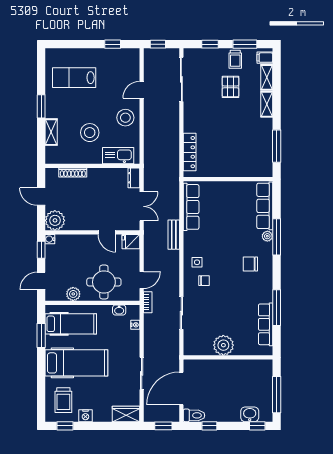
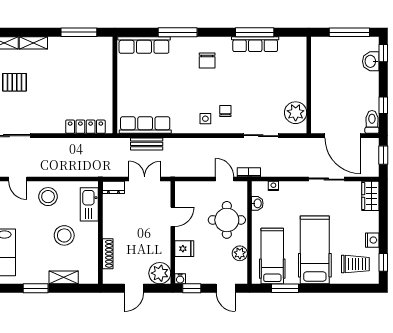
bench: (174, 235) -> (147, 144), moved
plant: (267, 236) -> (177, 42), removed
fridge: (131, 242) -> (184, 249), moved, turned -90
row of seats: (266, 324) -> (255, 44), moved
plant: (223, 345) -> (296, 113), moved

